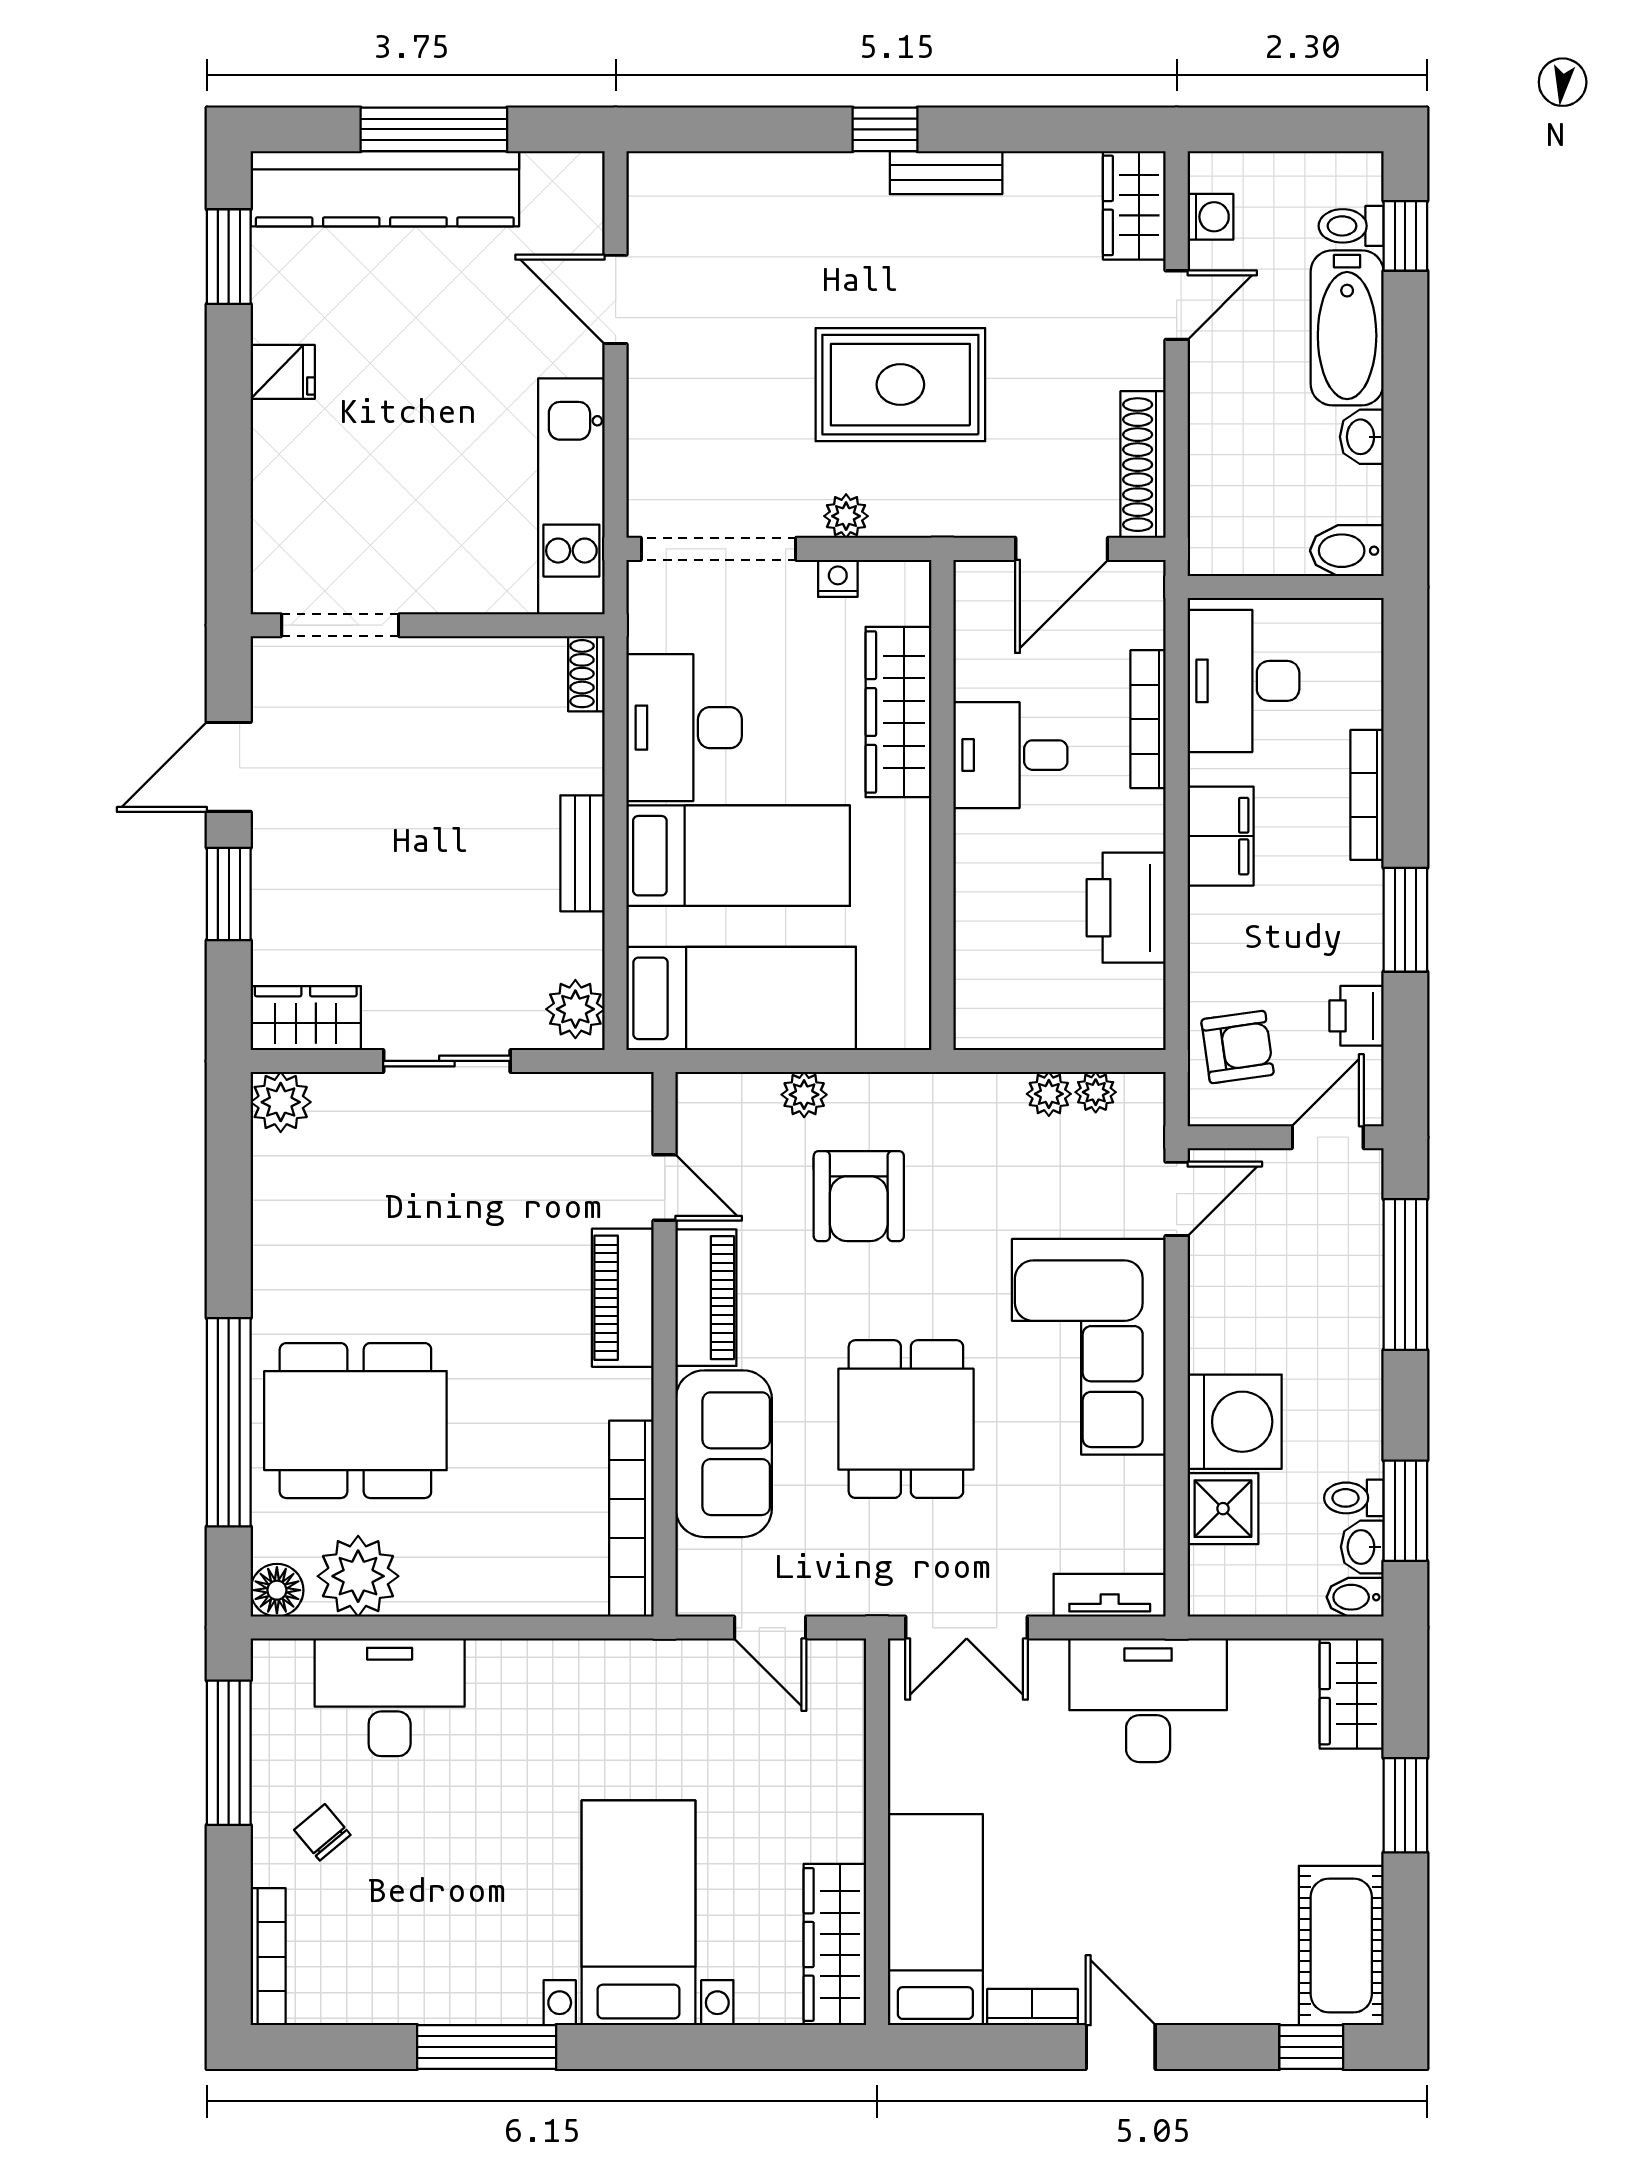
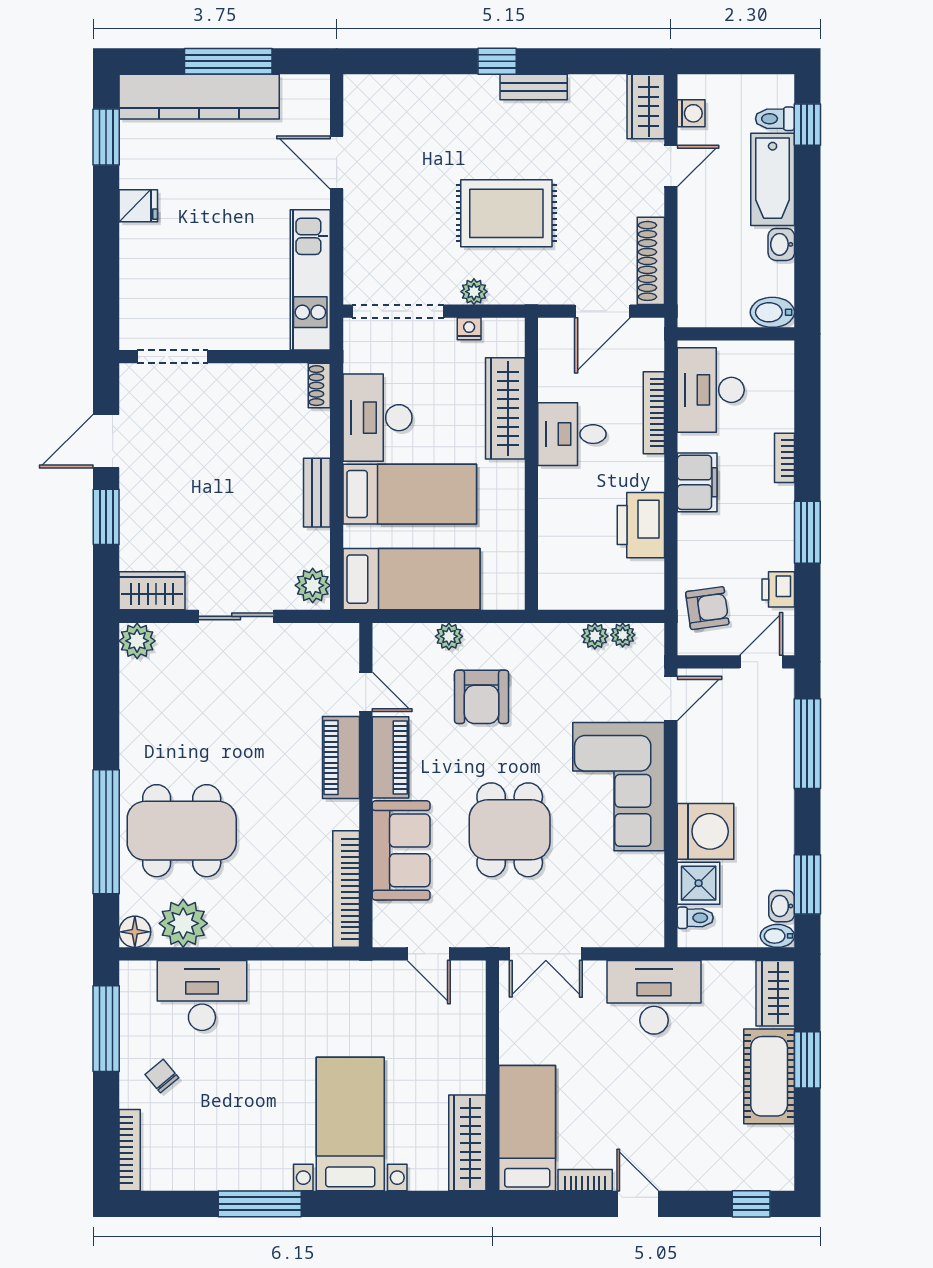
bookcase: (1367, 795) -> (784, 458), width x0.64
toilet: (1354, 1498) -> (695, 918), moved, turned 180
tv unit: (1110, 1595) -> (631, 935), removed
cot: (1341, 1945) -> (769, 1076), moved

